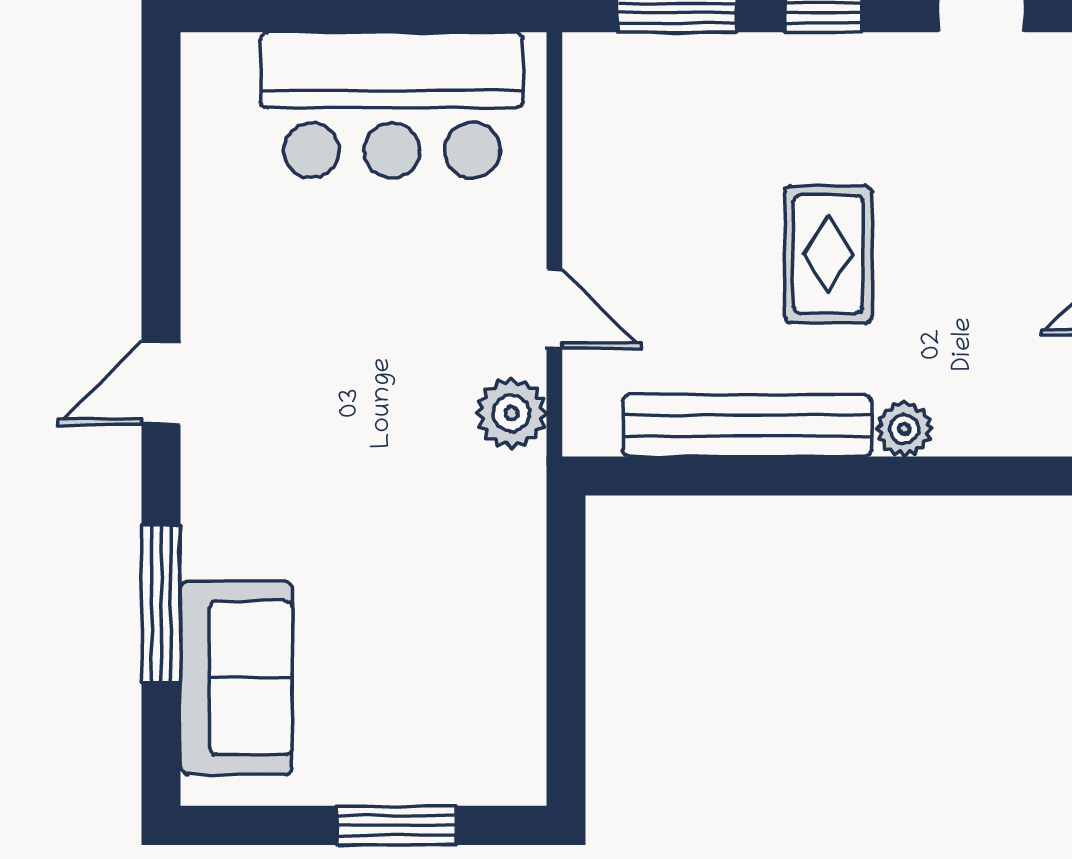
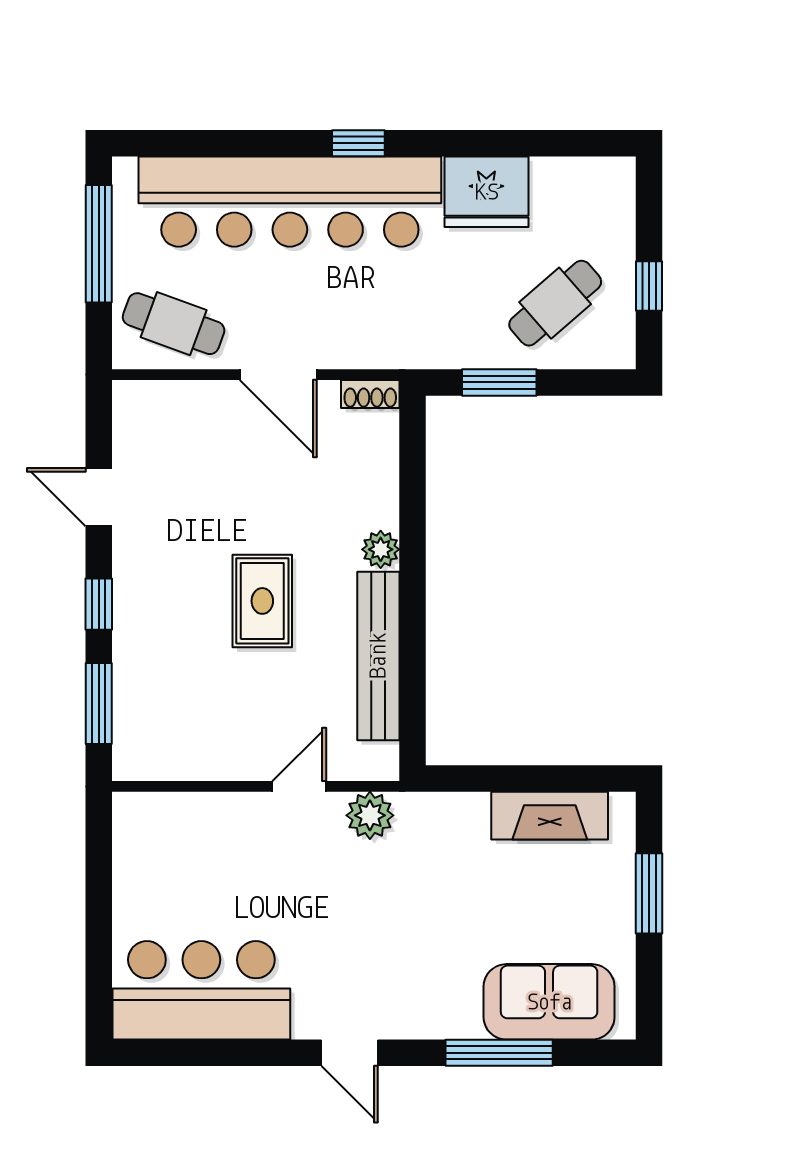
bar counter: (392, 105) -> (201, 990), moved, turned -90
rug: (828, 254) -> (262, 601), turned 90
fireplace: (511, 679) -> (550, 816), added

